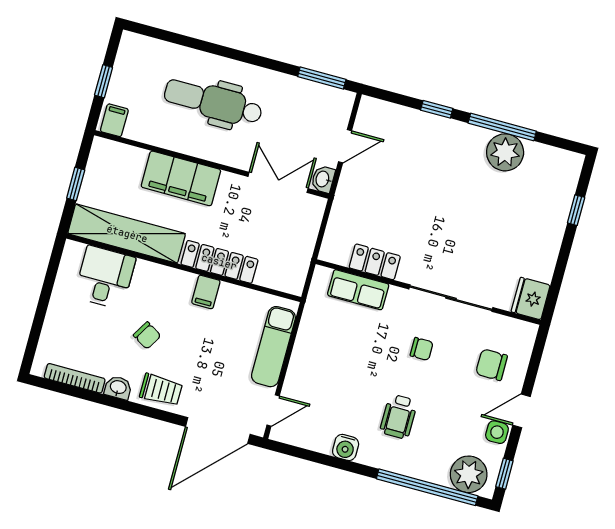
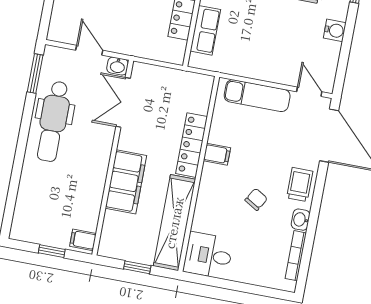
dental chair: (213, 102) -> (53, 121), moved
desk: (105, 277) -> (208, 255), moved

